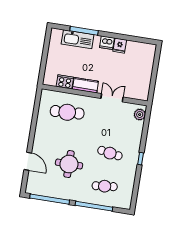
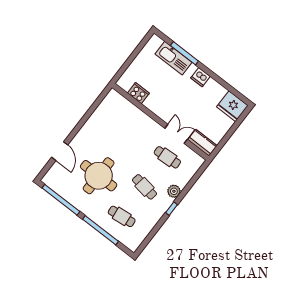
fridge: (120, 46) -> (232, 106), moved, width x1.88, depth x1.34
kitchen counter: (85, 85) -> (202, 143), moved
cafe table: (67, 112) -> (167, 157), moved, width x0.73, depth x0.74
plant: (140, 115) -> (174, 191), moved
round table: (69, 164) -> (99, 176), width x1.36, depth x1.36

